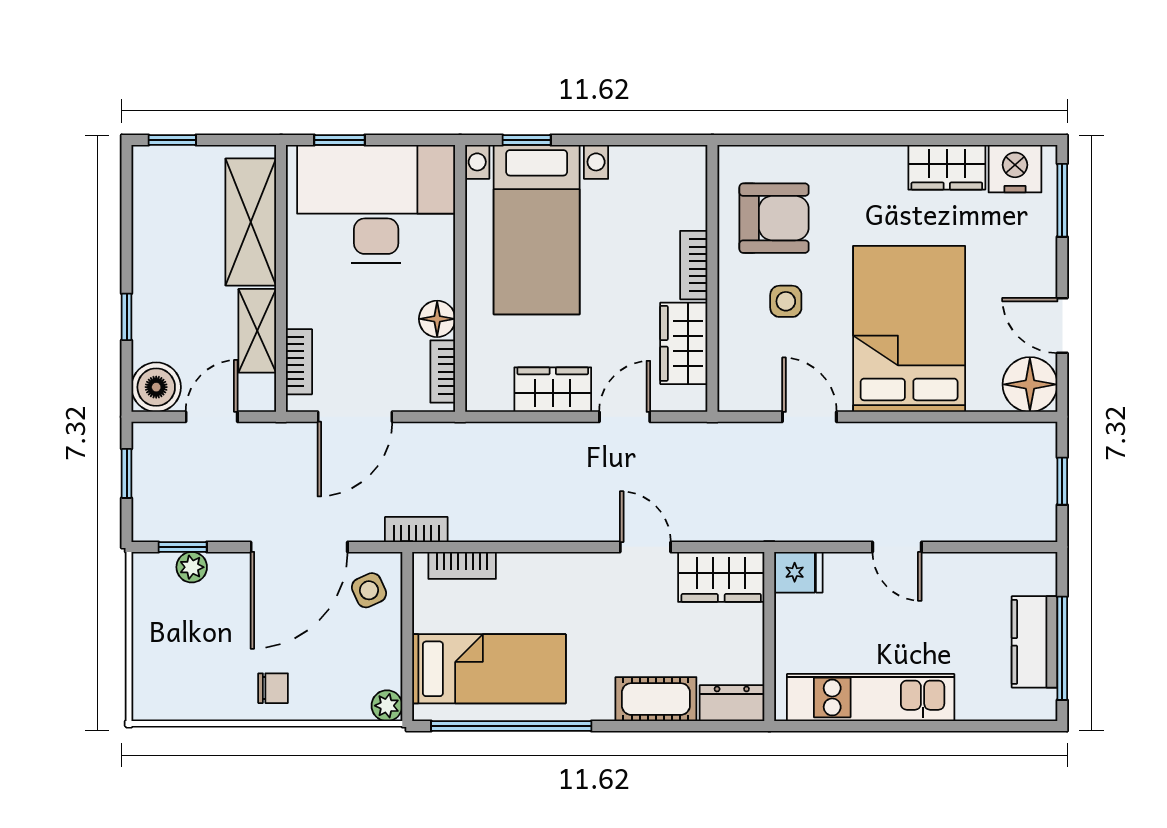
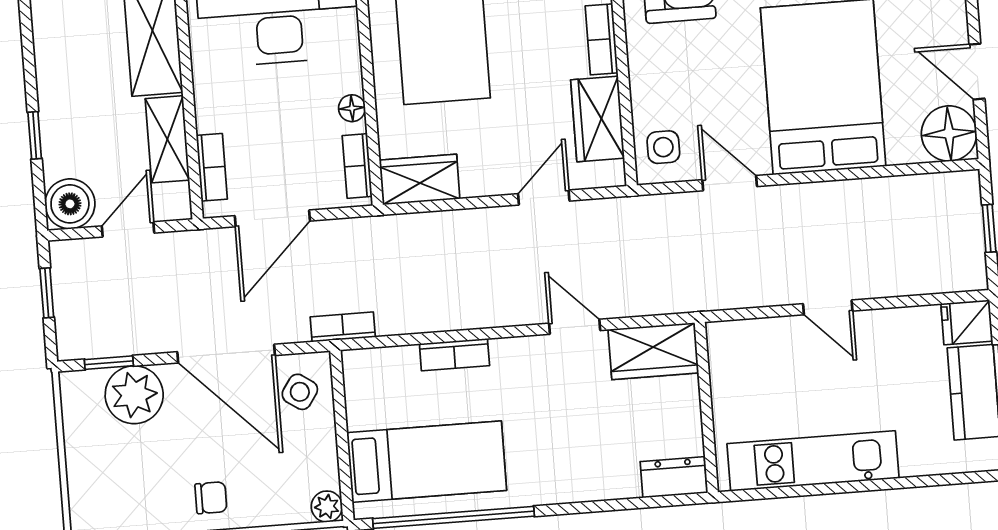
side table: (786, 301) -> (663, 147), moved
floor lamp: (437, 319) -> (352, 108), width x0.73, depth x0.73
wardrobe: (553, 390) -> (420, 179), moved
door: (299, 547) -> (226, 354), hinge flipped
bookcase: (462, 565) -> (454, 355), moved
plant: (192, 567) -> (134, 395), width x1.87, depth x1.87
fridge: (798, 572) -> (967, 323), moved, turned 180
side table: (369, 590) -> (300, 392), turned -32
cot: (656, 699) -> (597, 479), removed

